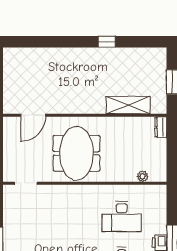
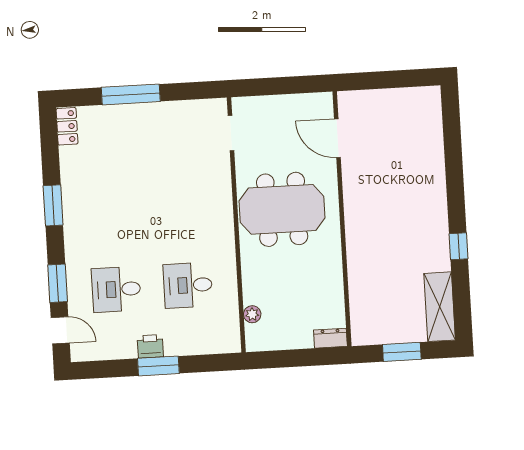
shelving: (128, 105) -> (440, 307), moved
desk: (122, 216) -> (188, 285), width x0.73

